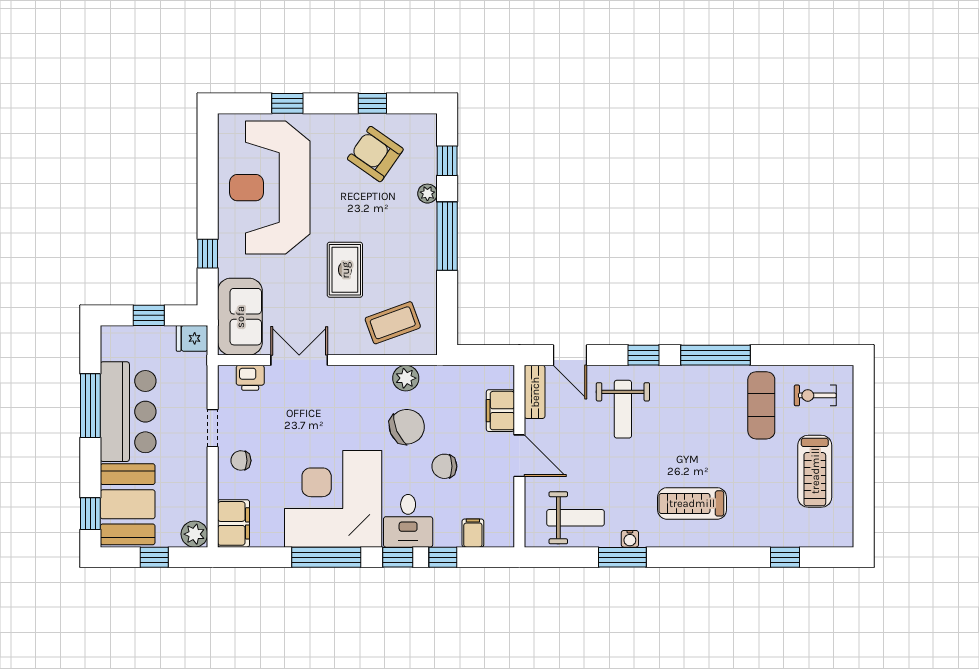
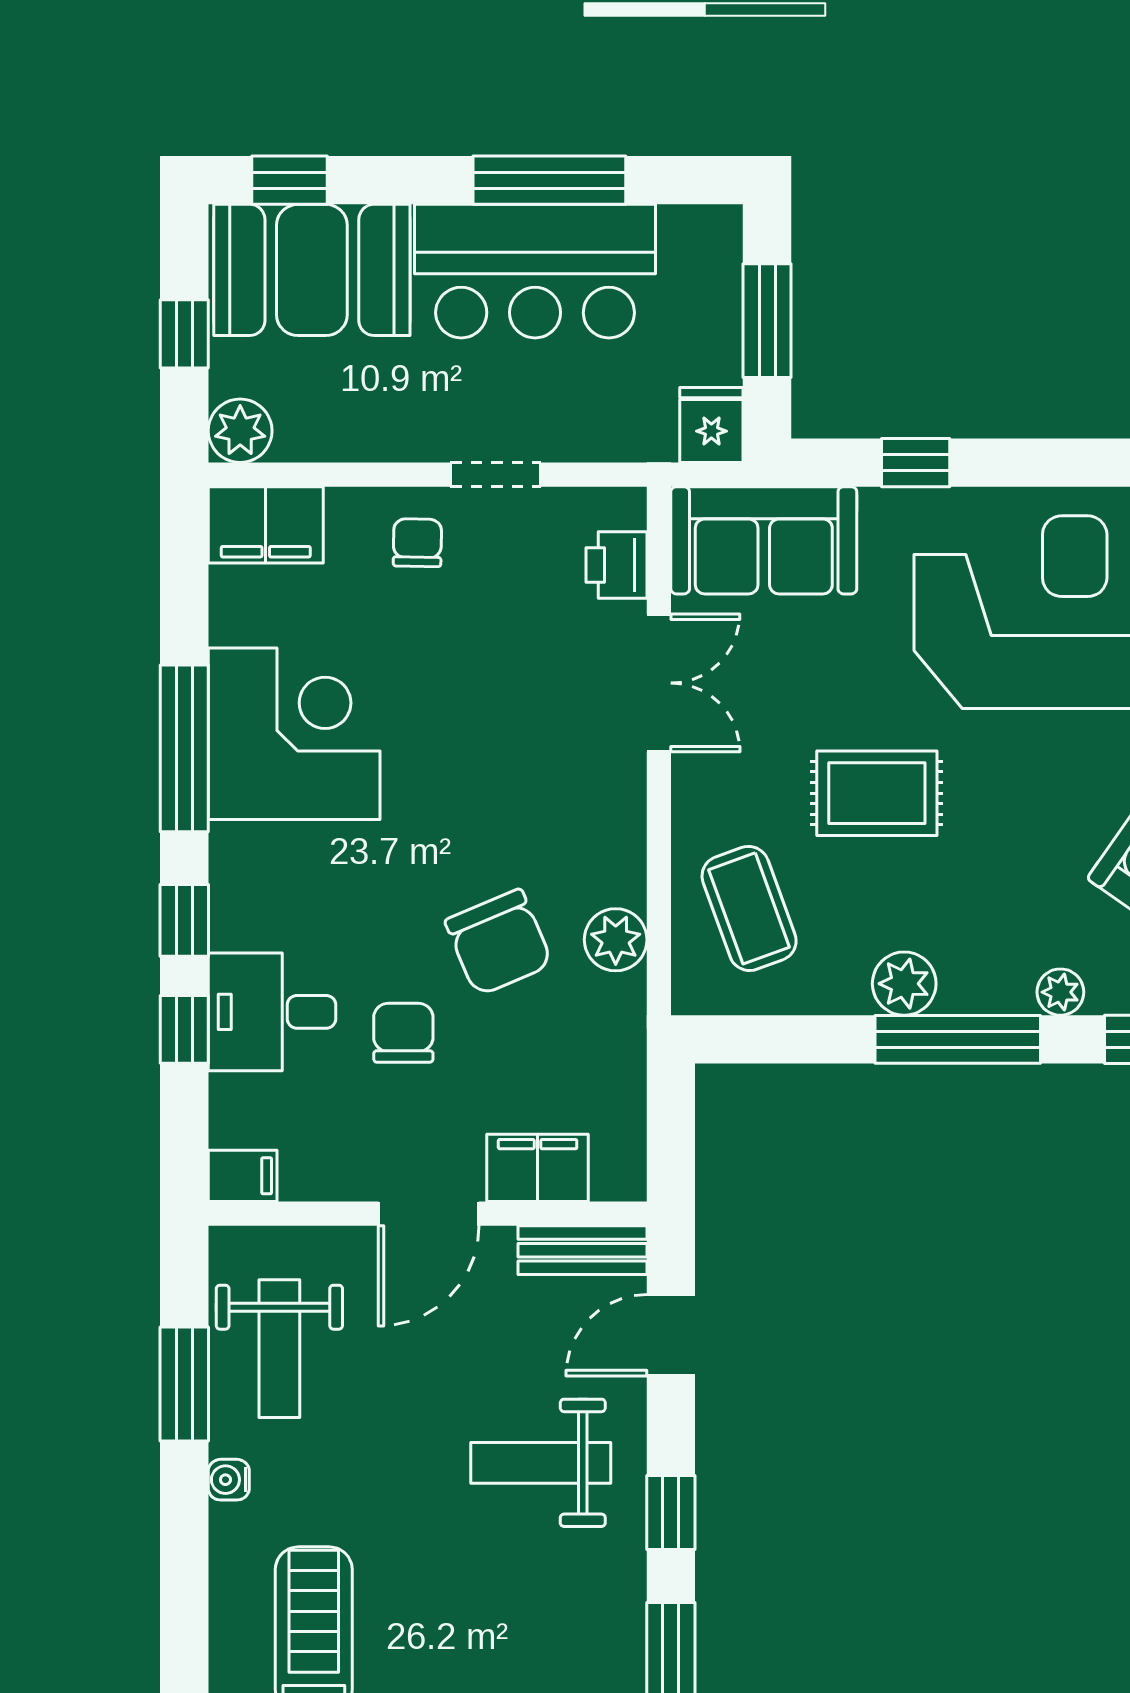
plant: (424, 258) -> (904, 984), added
window: (149, 315) -> (767, 321), width x1.50
corner desk: (333, 499) -> (294, 734), width x0.74, depth x0.74
desk: (408, 521) -> (272, 1012), moved
filing cabinet: (473, 533) -> (243, 1176), moved
window: (622, 557) -> (184, 1384), moved

